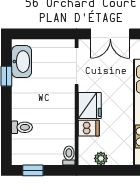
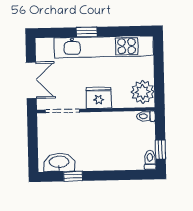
toilet: (22, 127) -> (150, 160), moved
dishwasher: (89, 128) -> (120, 98), removed
plant: (101, 158) -> (143, 92), width x1.88, depth x1.88

